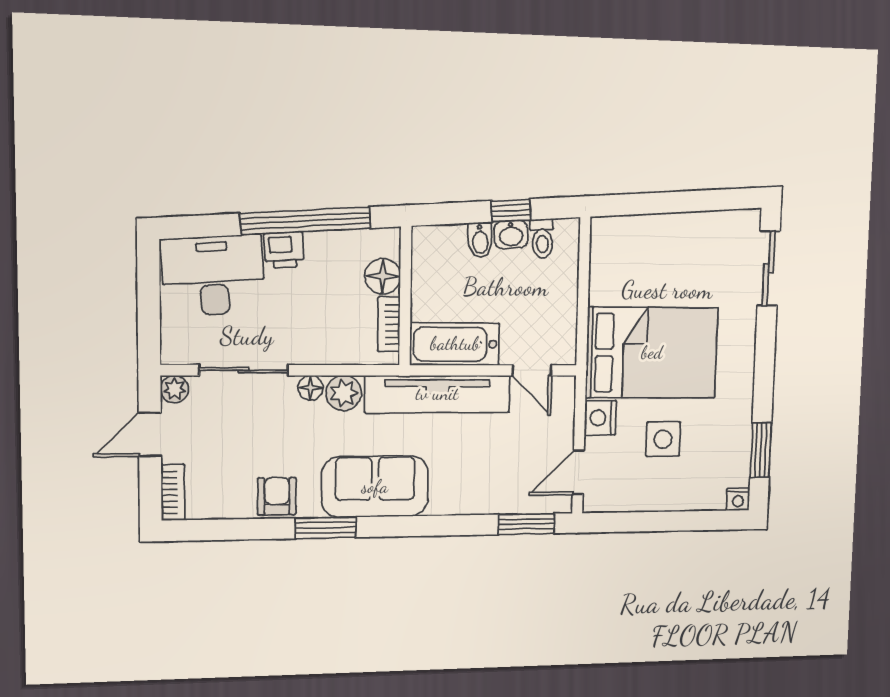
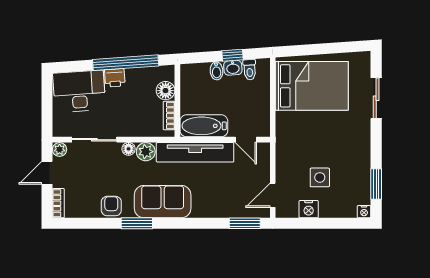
sliding door: (769, 268) -> (376, 98), moved
bed: (652, 353) -> (312, 86), moved
nightstand: (600, 418) -> (309, 209), moved, turned -90

